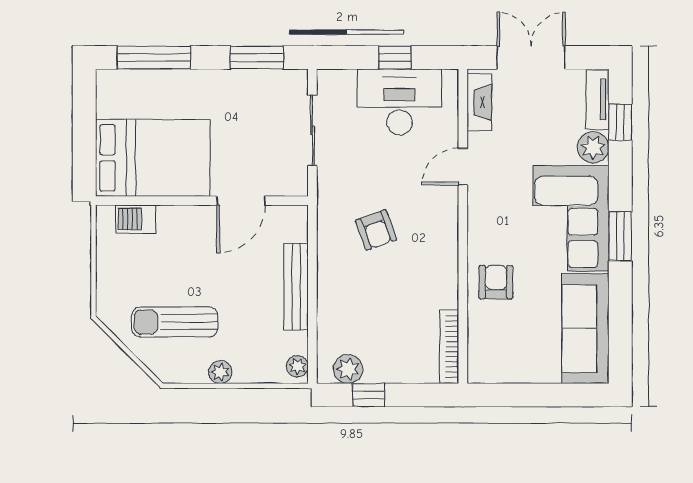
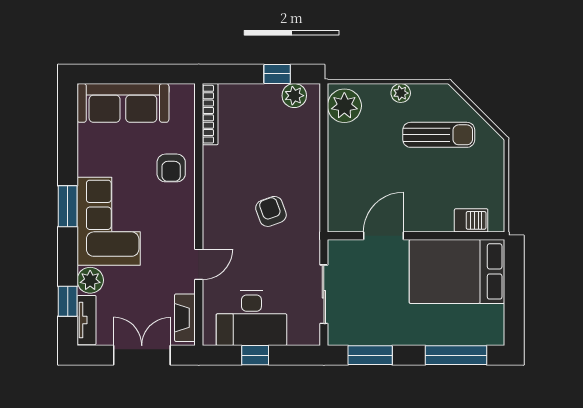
double door: (531, 57) -> (142, 355), swing flipped
bench: (296, 287) -> (338, 164), removed
sofa: (585, 329) -> (123, 103), moved, turned 90
plant: (297, 366) -> (344, 106), width x1.88, depth x1.88

